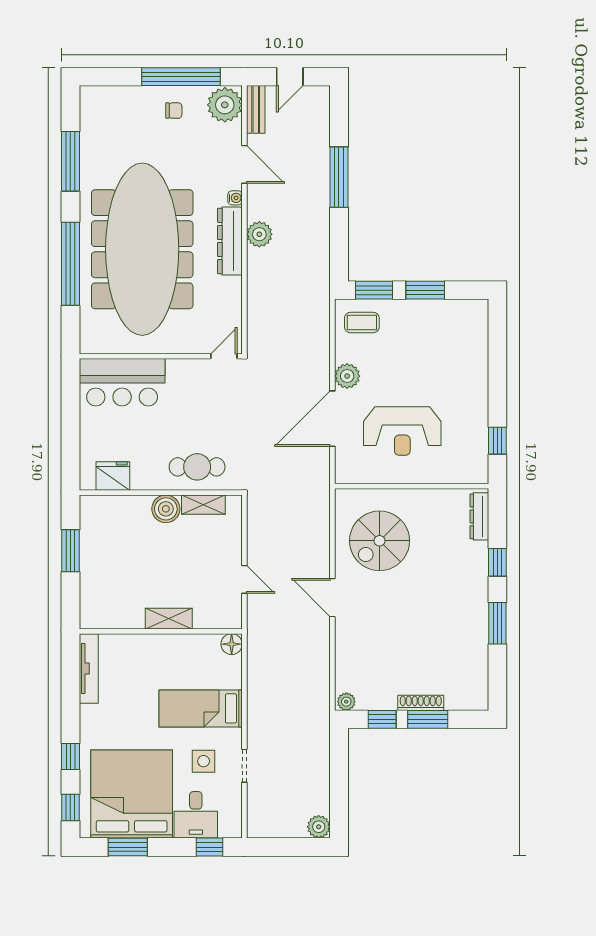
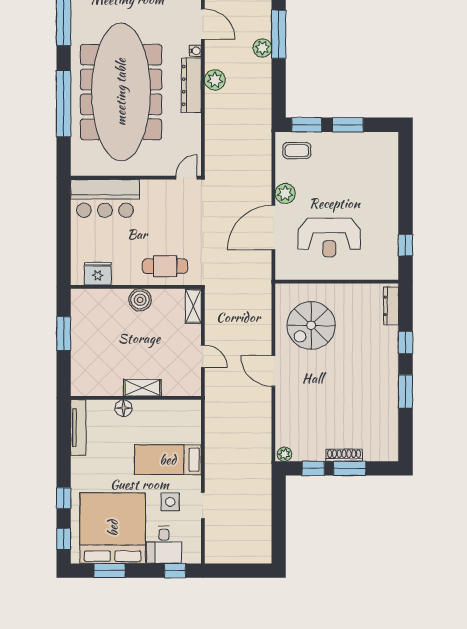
shelving: (203, 505) -> (193, 306), moved, turned 90
floor lamp: (232, 644) -> (123, 408), moved
plant: (319, 827) -> (262, 48), moved

